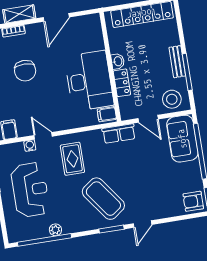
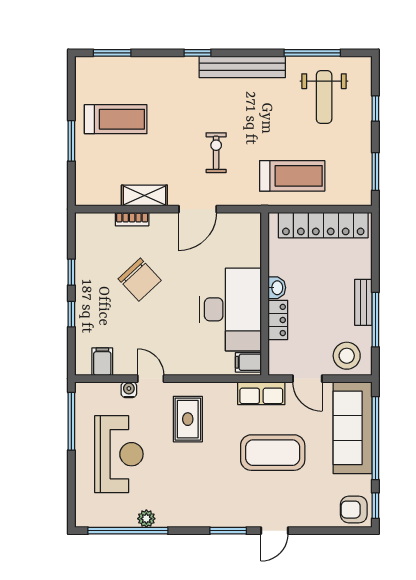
chair: (25, 71) -> (140, 280), turned -43
sofa: (182, 139) -> (353, 428), width x1.36
coffee table: (103, 199) -> (273, 453), moved, turned -54

